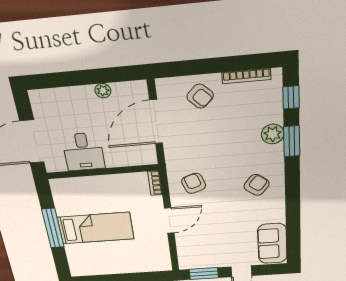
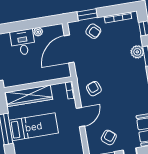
window: (191, 68) -> (87, 15), added
desk: (83, 152) -> (23, 42), moved, turned 180
armchair: (257, 185) -> (109, 137), moved
wardrobe: (88, 186) -> (29, 96), added

